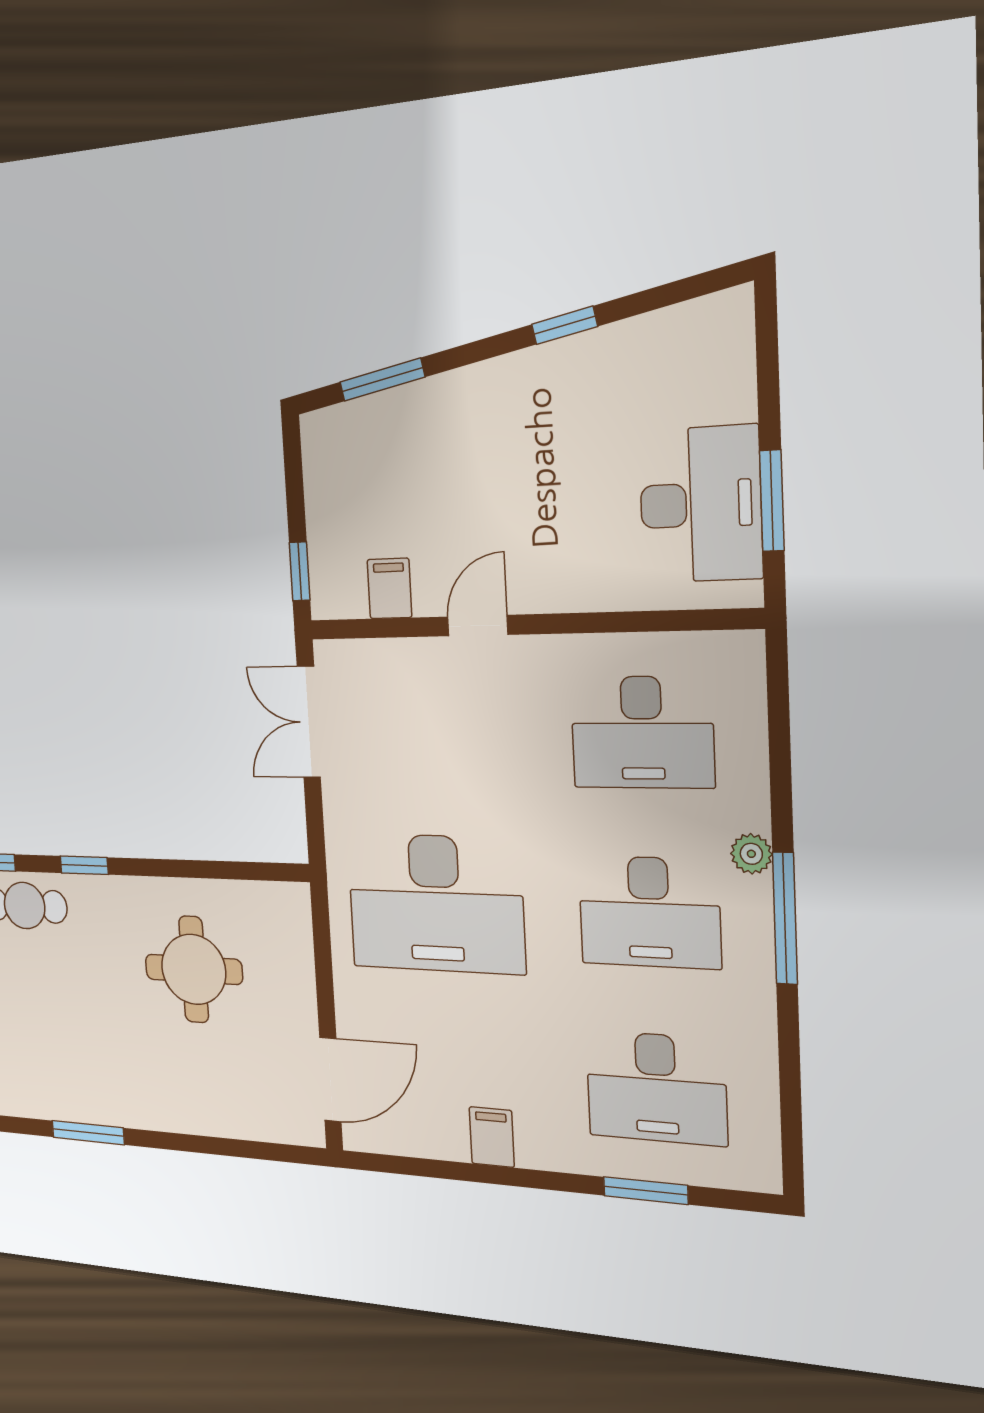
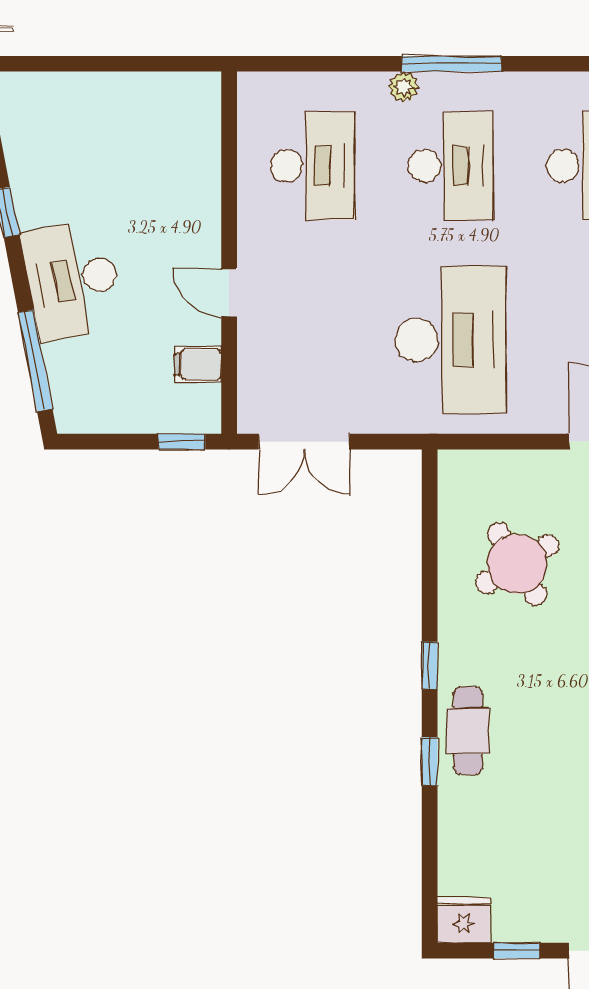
window: (382, 380) -> (35, 361), width x1.44
window: (772, 501) -> (144, 64), removed
desk: (700, 504) -> (72, 280), moved, turned -101
round table: (194, 969) -> (517, 564), turned -31

